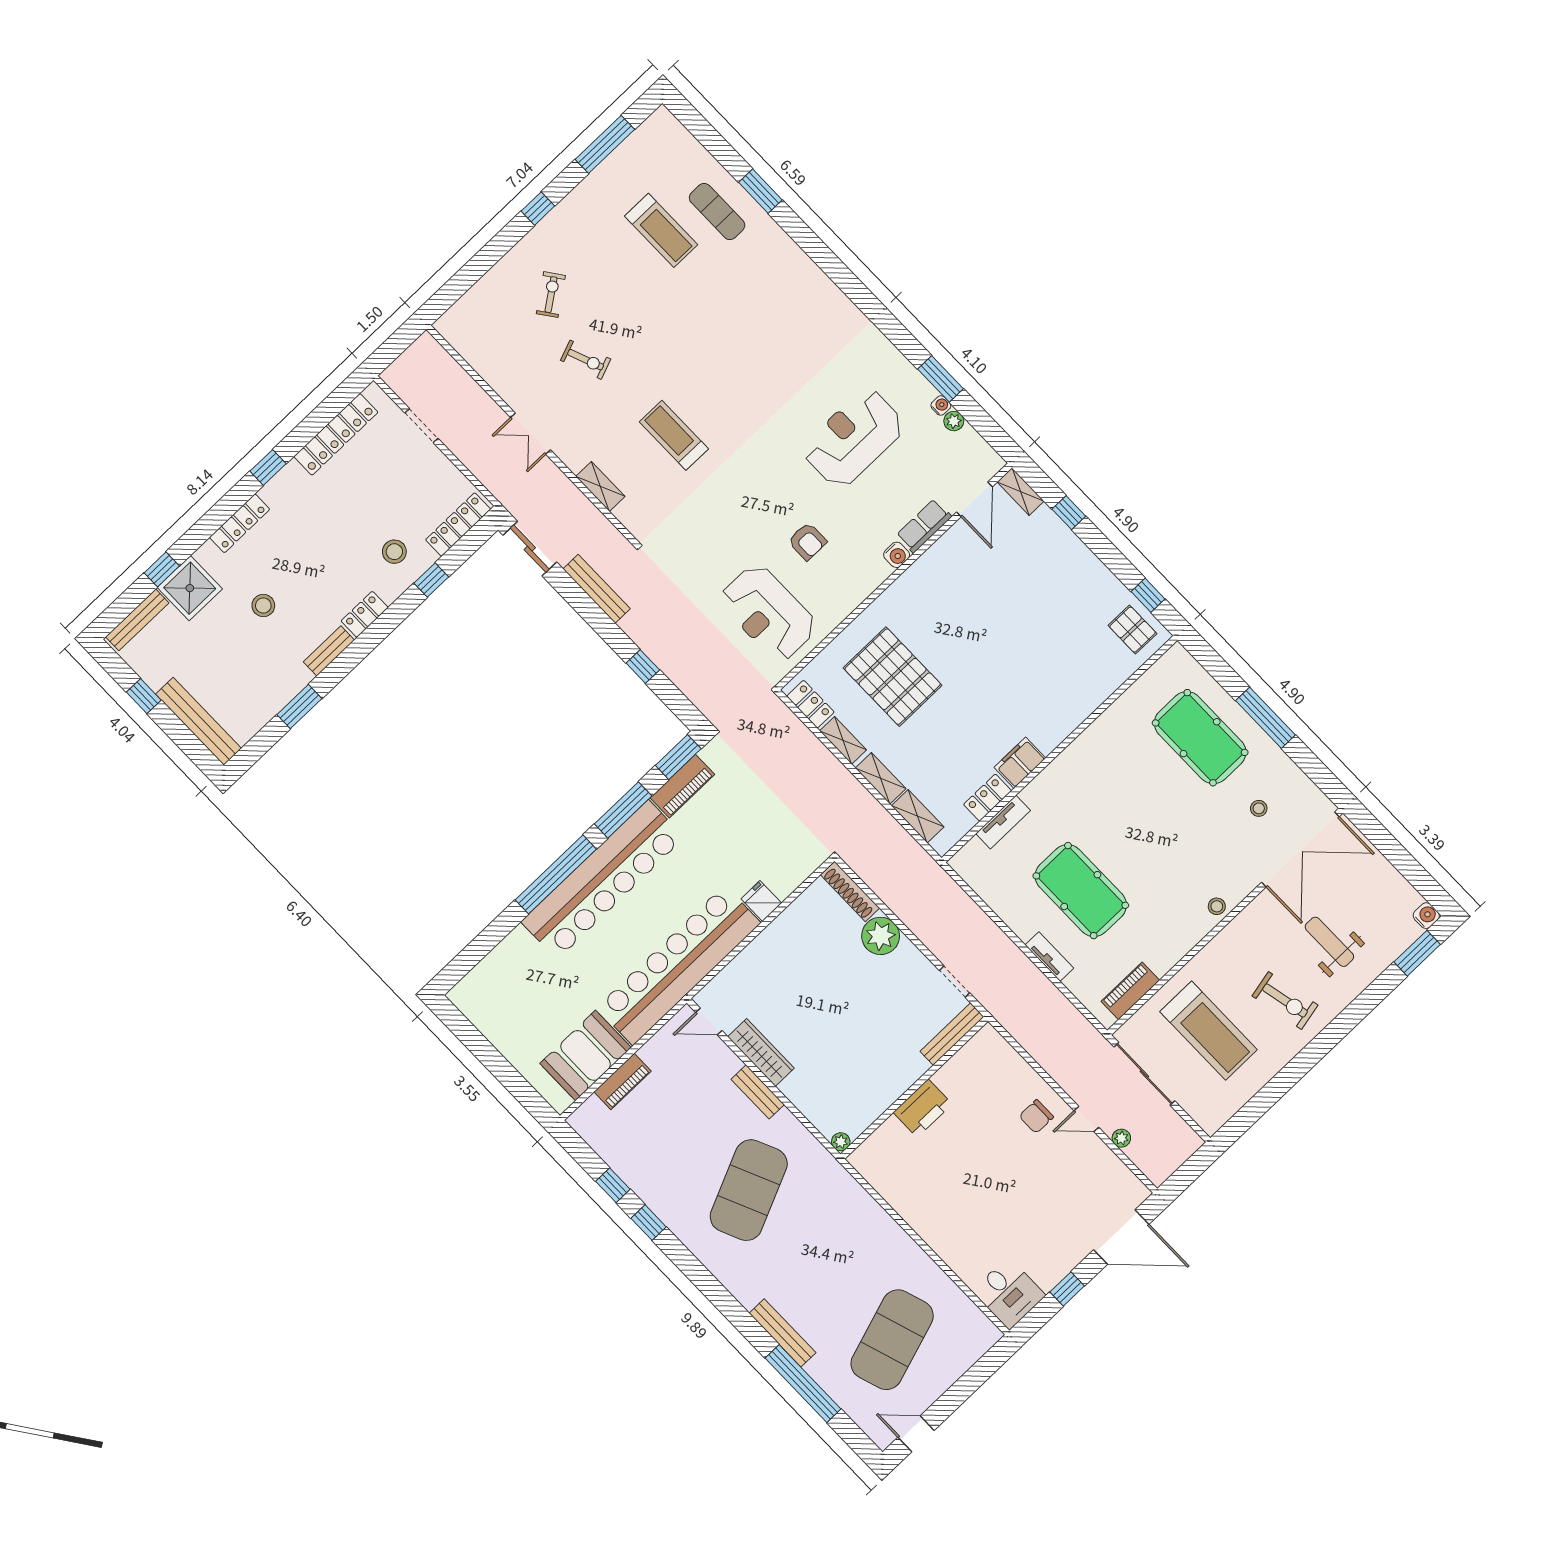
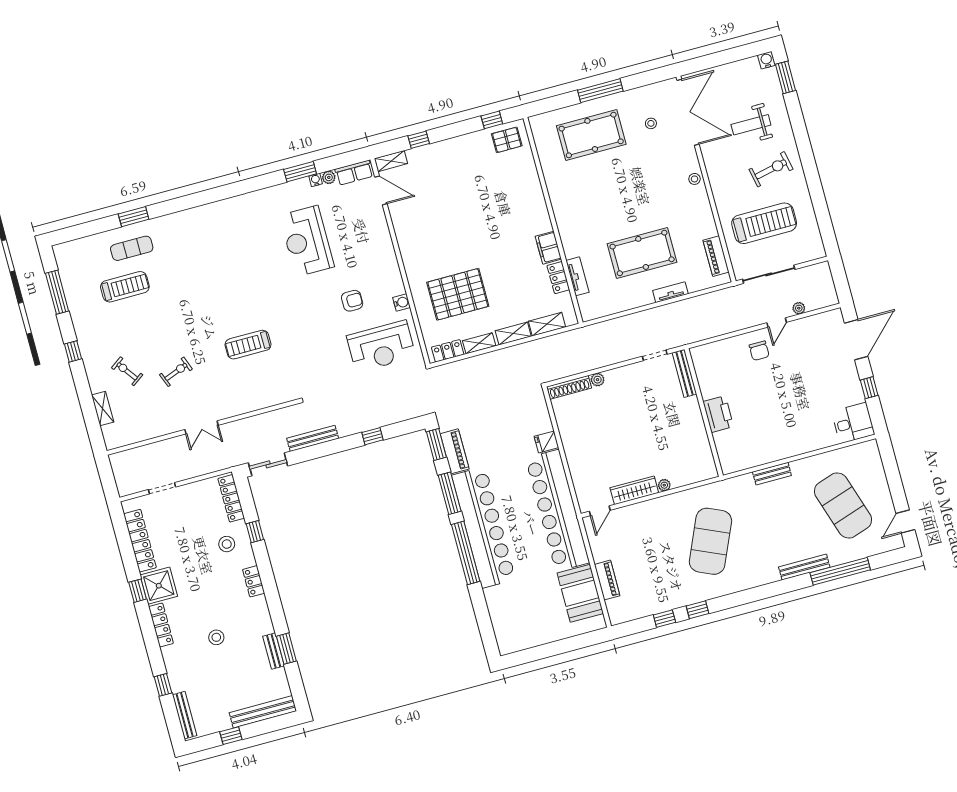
shelving: (600, 486) -> (103, 408), moved, turned 90
row of seats: (924, 526) -> (354, 173), moved, turned -90
water cooler: (897, 555) -> (402, 302), moved
shower: (190, 588) -> (159, 586), moved
bench: (329, 651) -> (274, 651), moved
plant: (881, 936) -> (598, 380), width x0.53, depth x0.53
bench: (758, 1092) -> (772, 474), moved
plant: (841, 1142) -> (664, 485), moved
exercise mat: (749, 1190) -> (710, 541), turned 48

